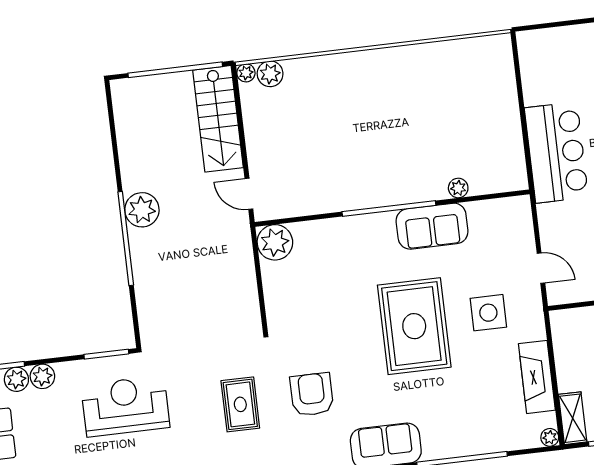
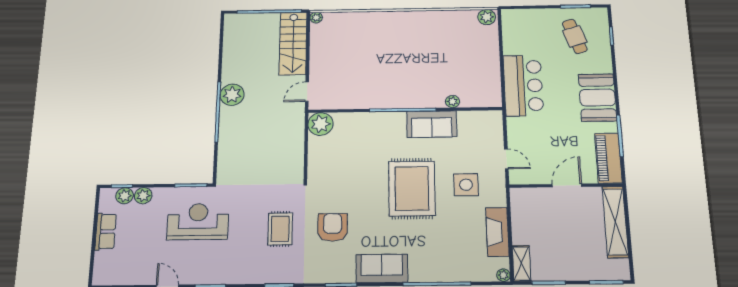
plant: (270, 74) -> (487, 17), moved
door: (249, 194) -> (307, 92), hinge flipped

